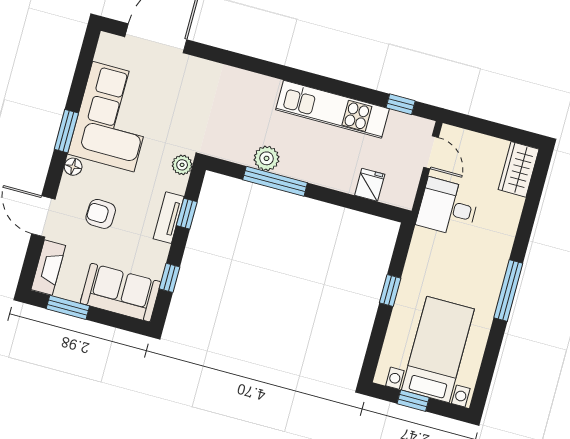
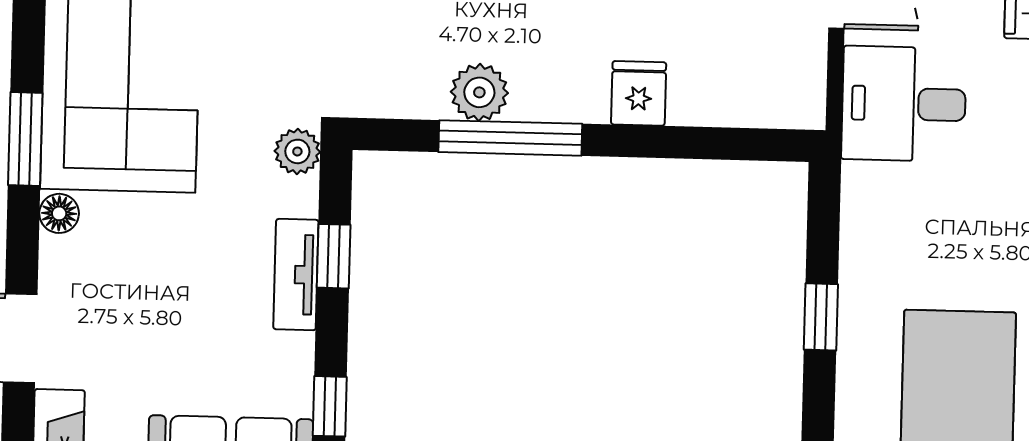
fridge: (370, 185) -> (639, 93), moved
armchair: (101, 214) -> (145, 302), removed

